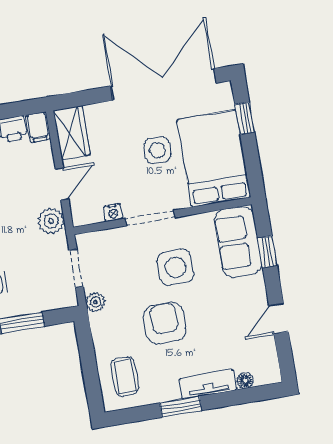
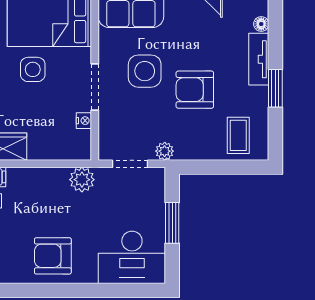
door: (62, 184) -> (49, 164), removed
coffee table: (125, 376) -> (238, 135), turned 90

